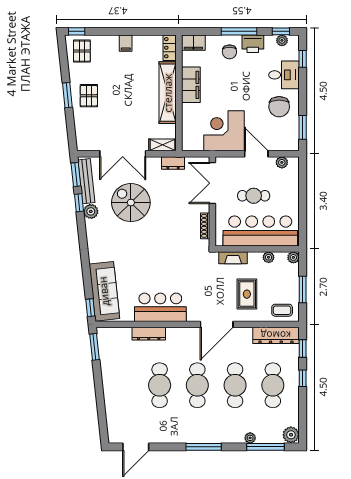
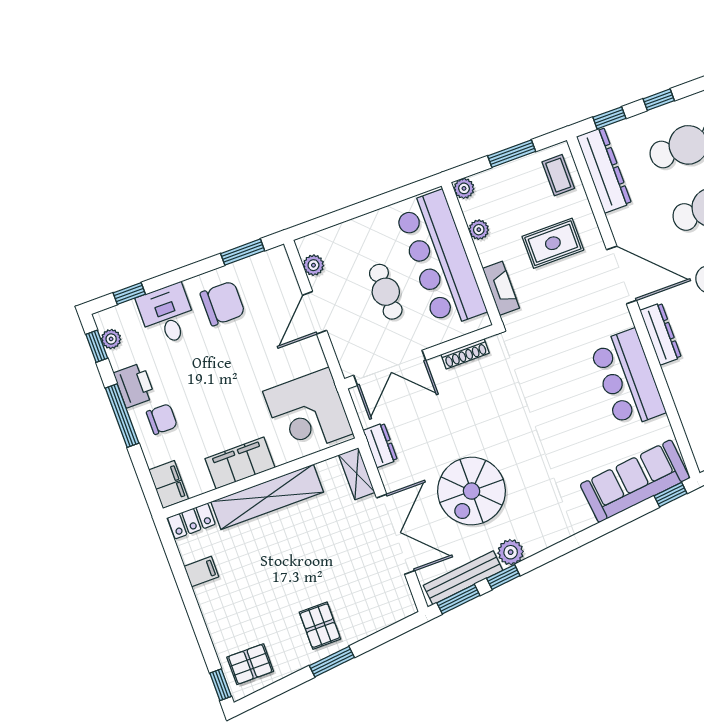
filing cabinet: (126, 43) -> (201, 572), moved
pallet: (89, 96) -> (320, 626), turned 90
corner desk: (224, 131) -> (308, 412), moved
dresser: (149, 334) -> (661, 334), moved

